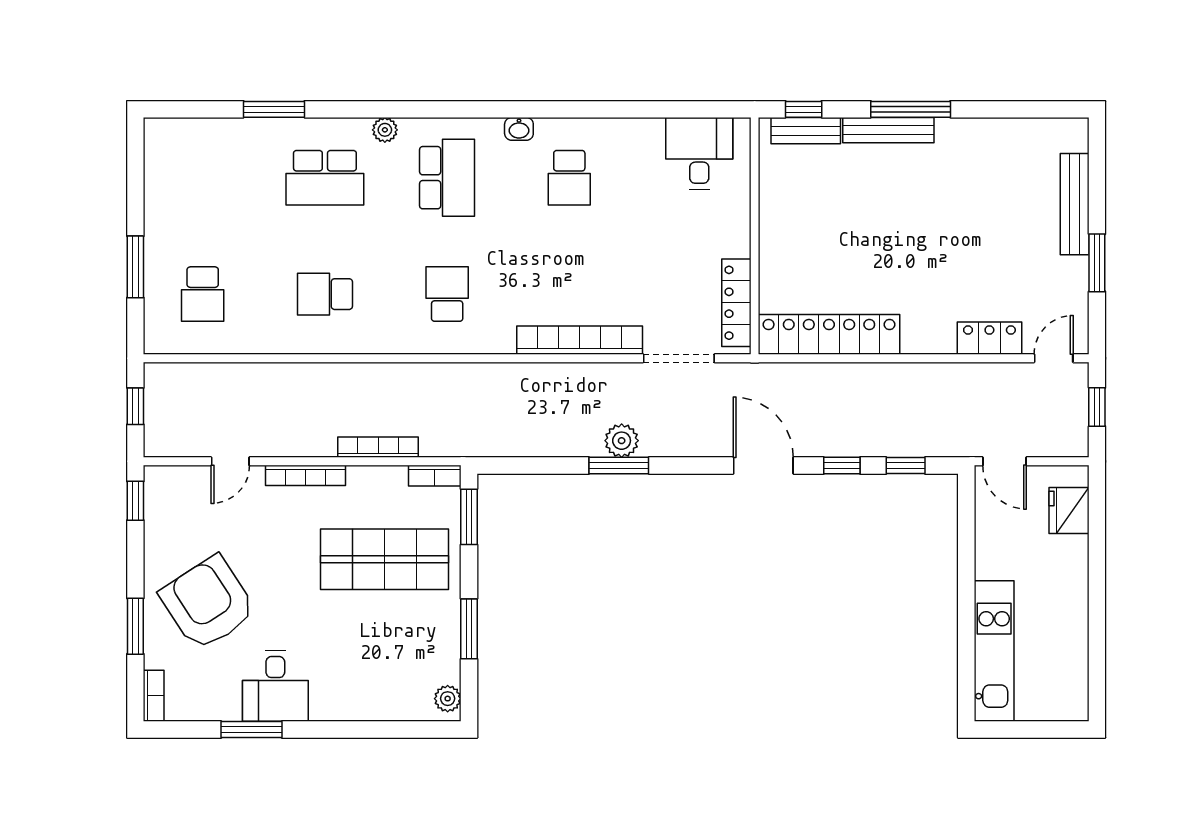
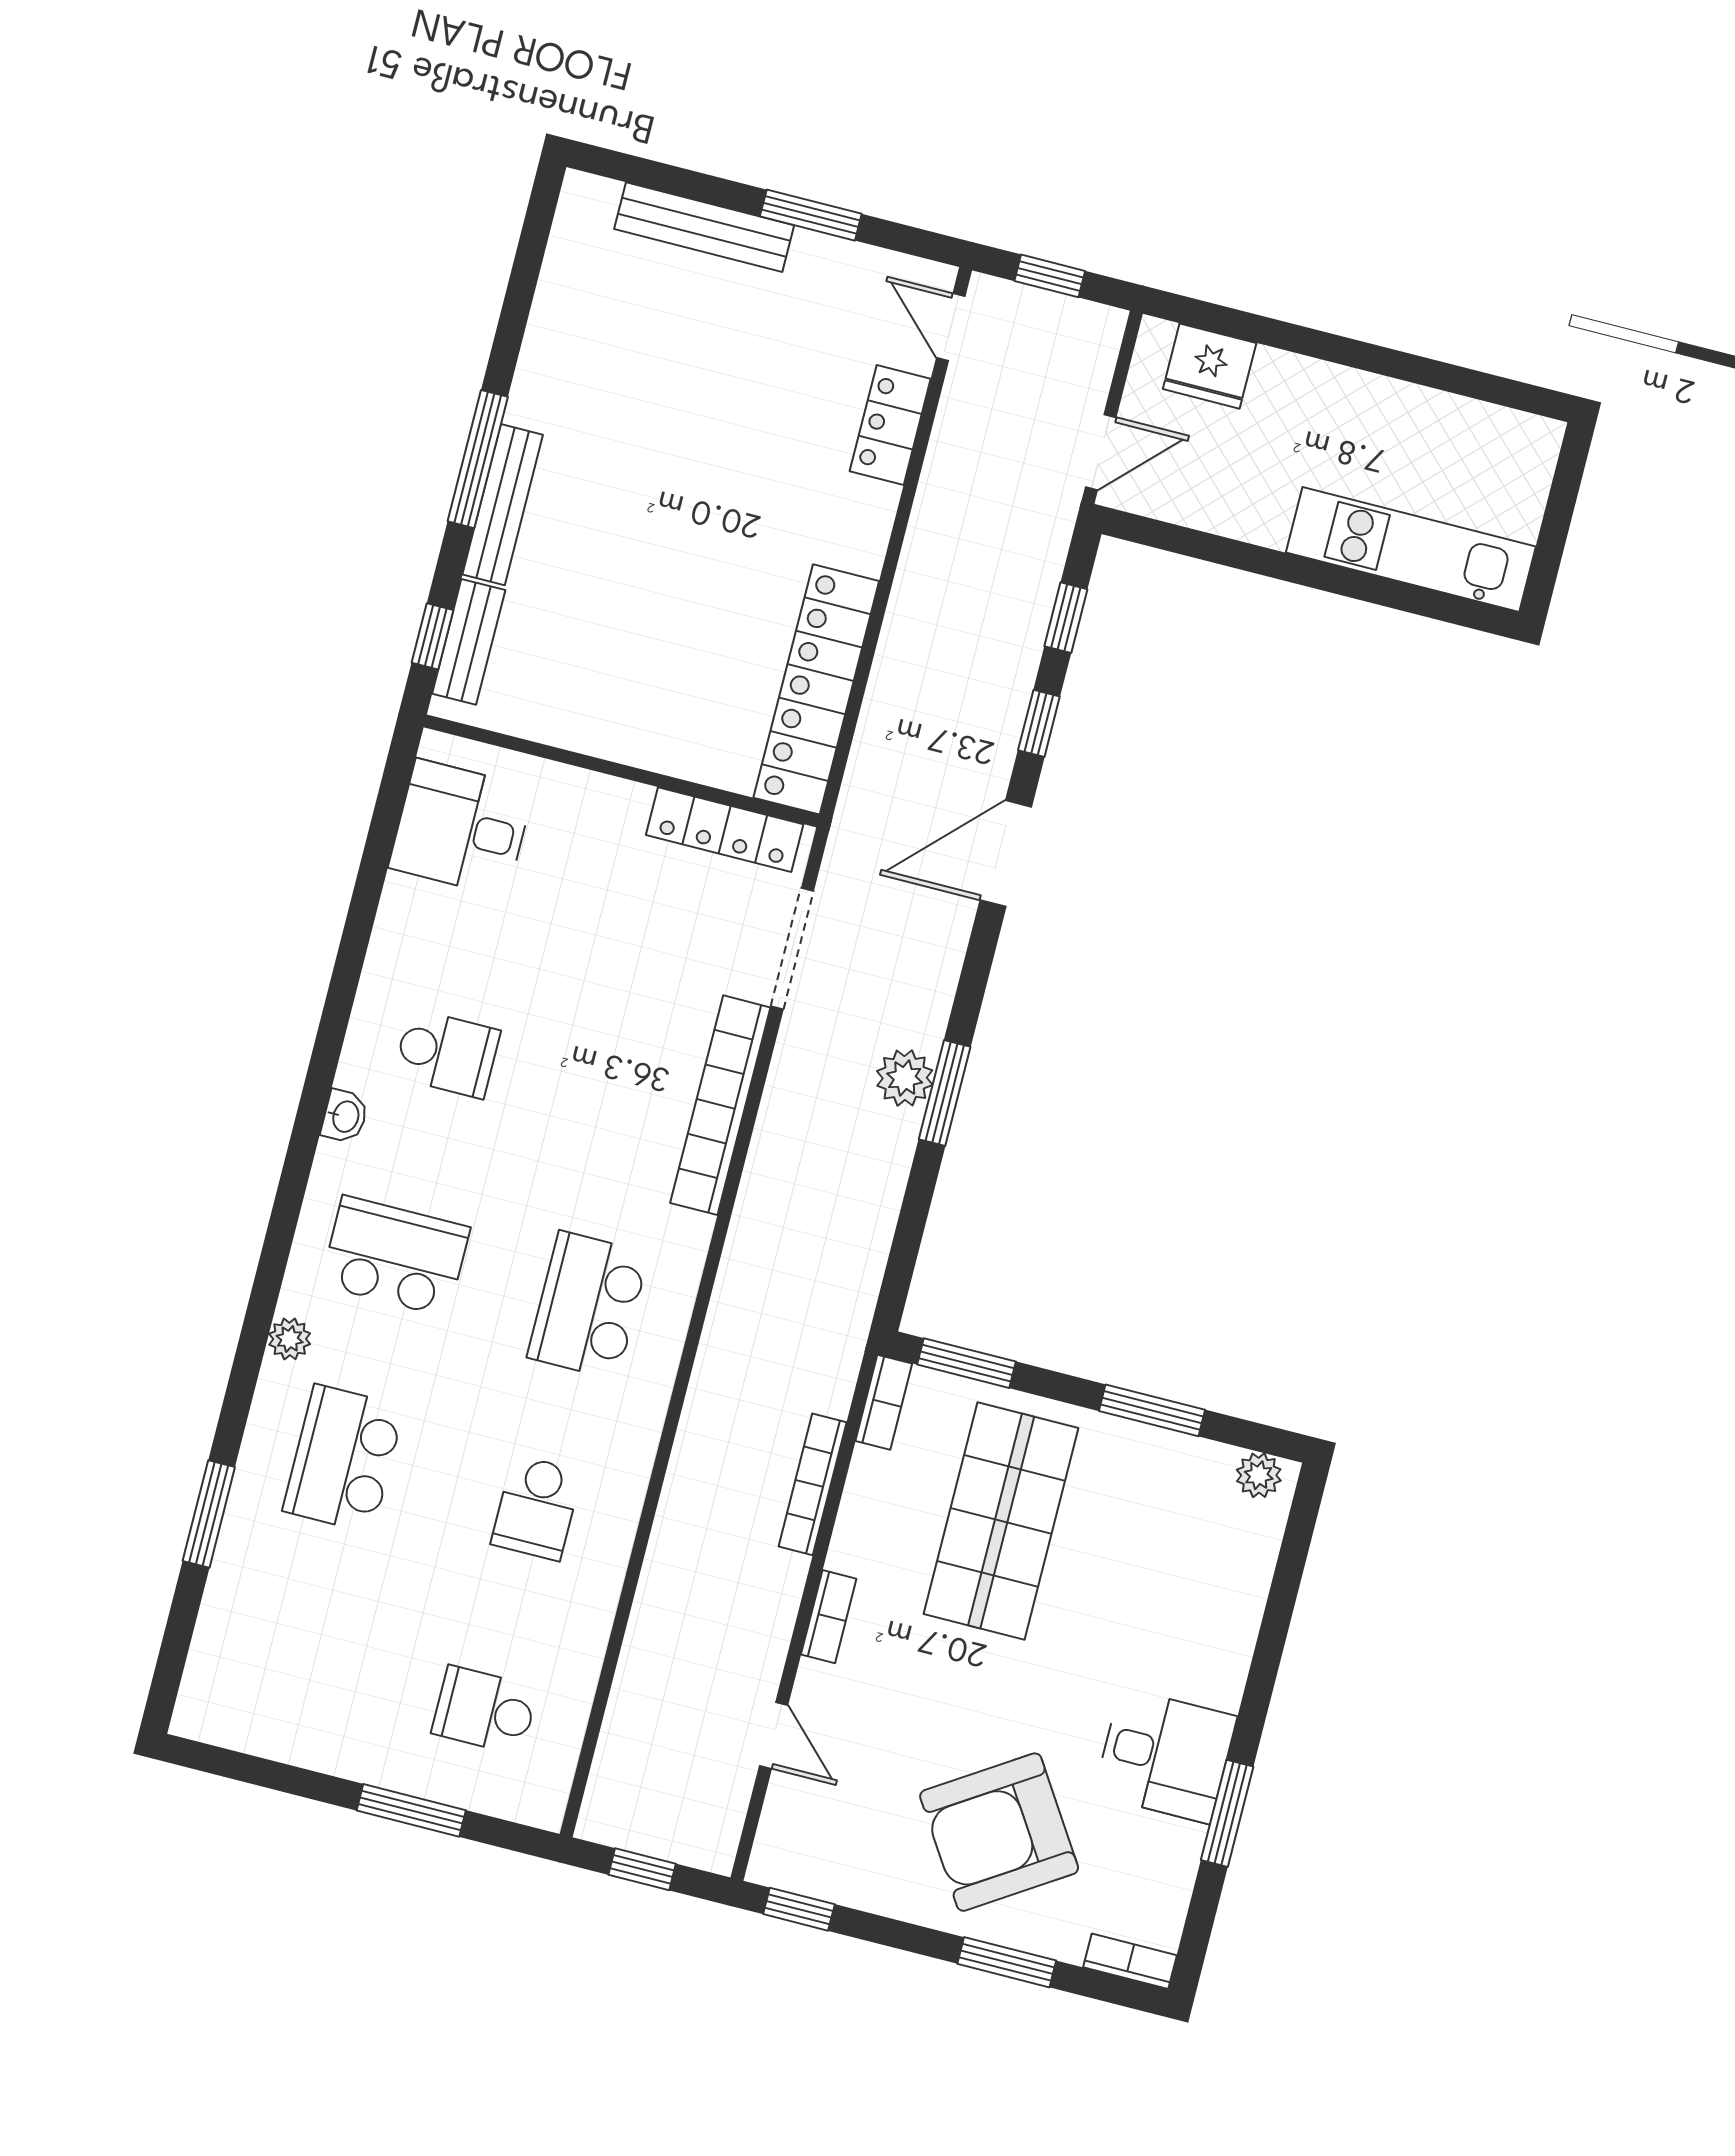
school desk: (325, 178) -> (344, 1459), turned 180
school desk: (203, 294) -> (485, 1710), turned 180
school desk: (447, 294) -> (588, 1305), width x1.85
bookcase: (305, 475) -> (829, 1617), width x0.64

